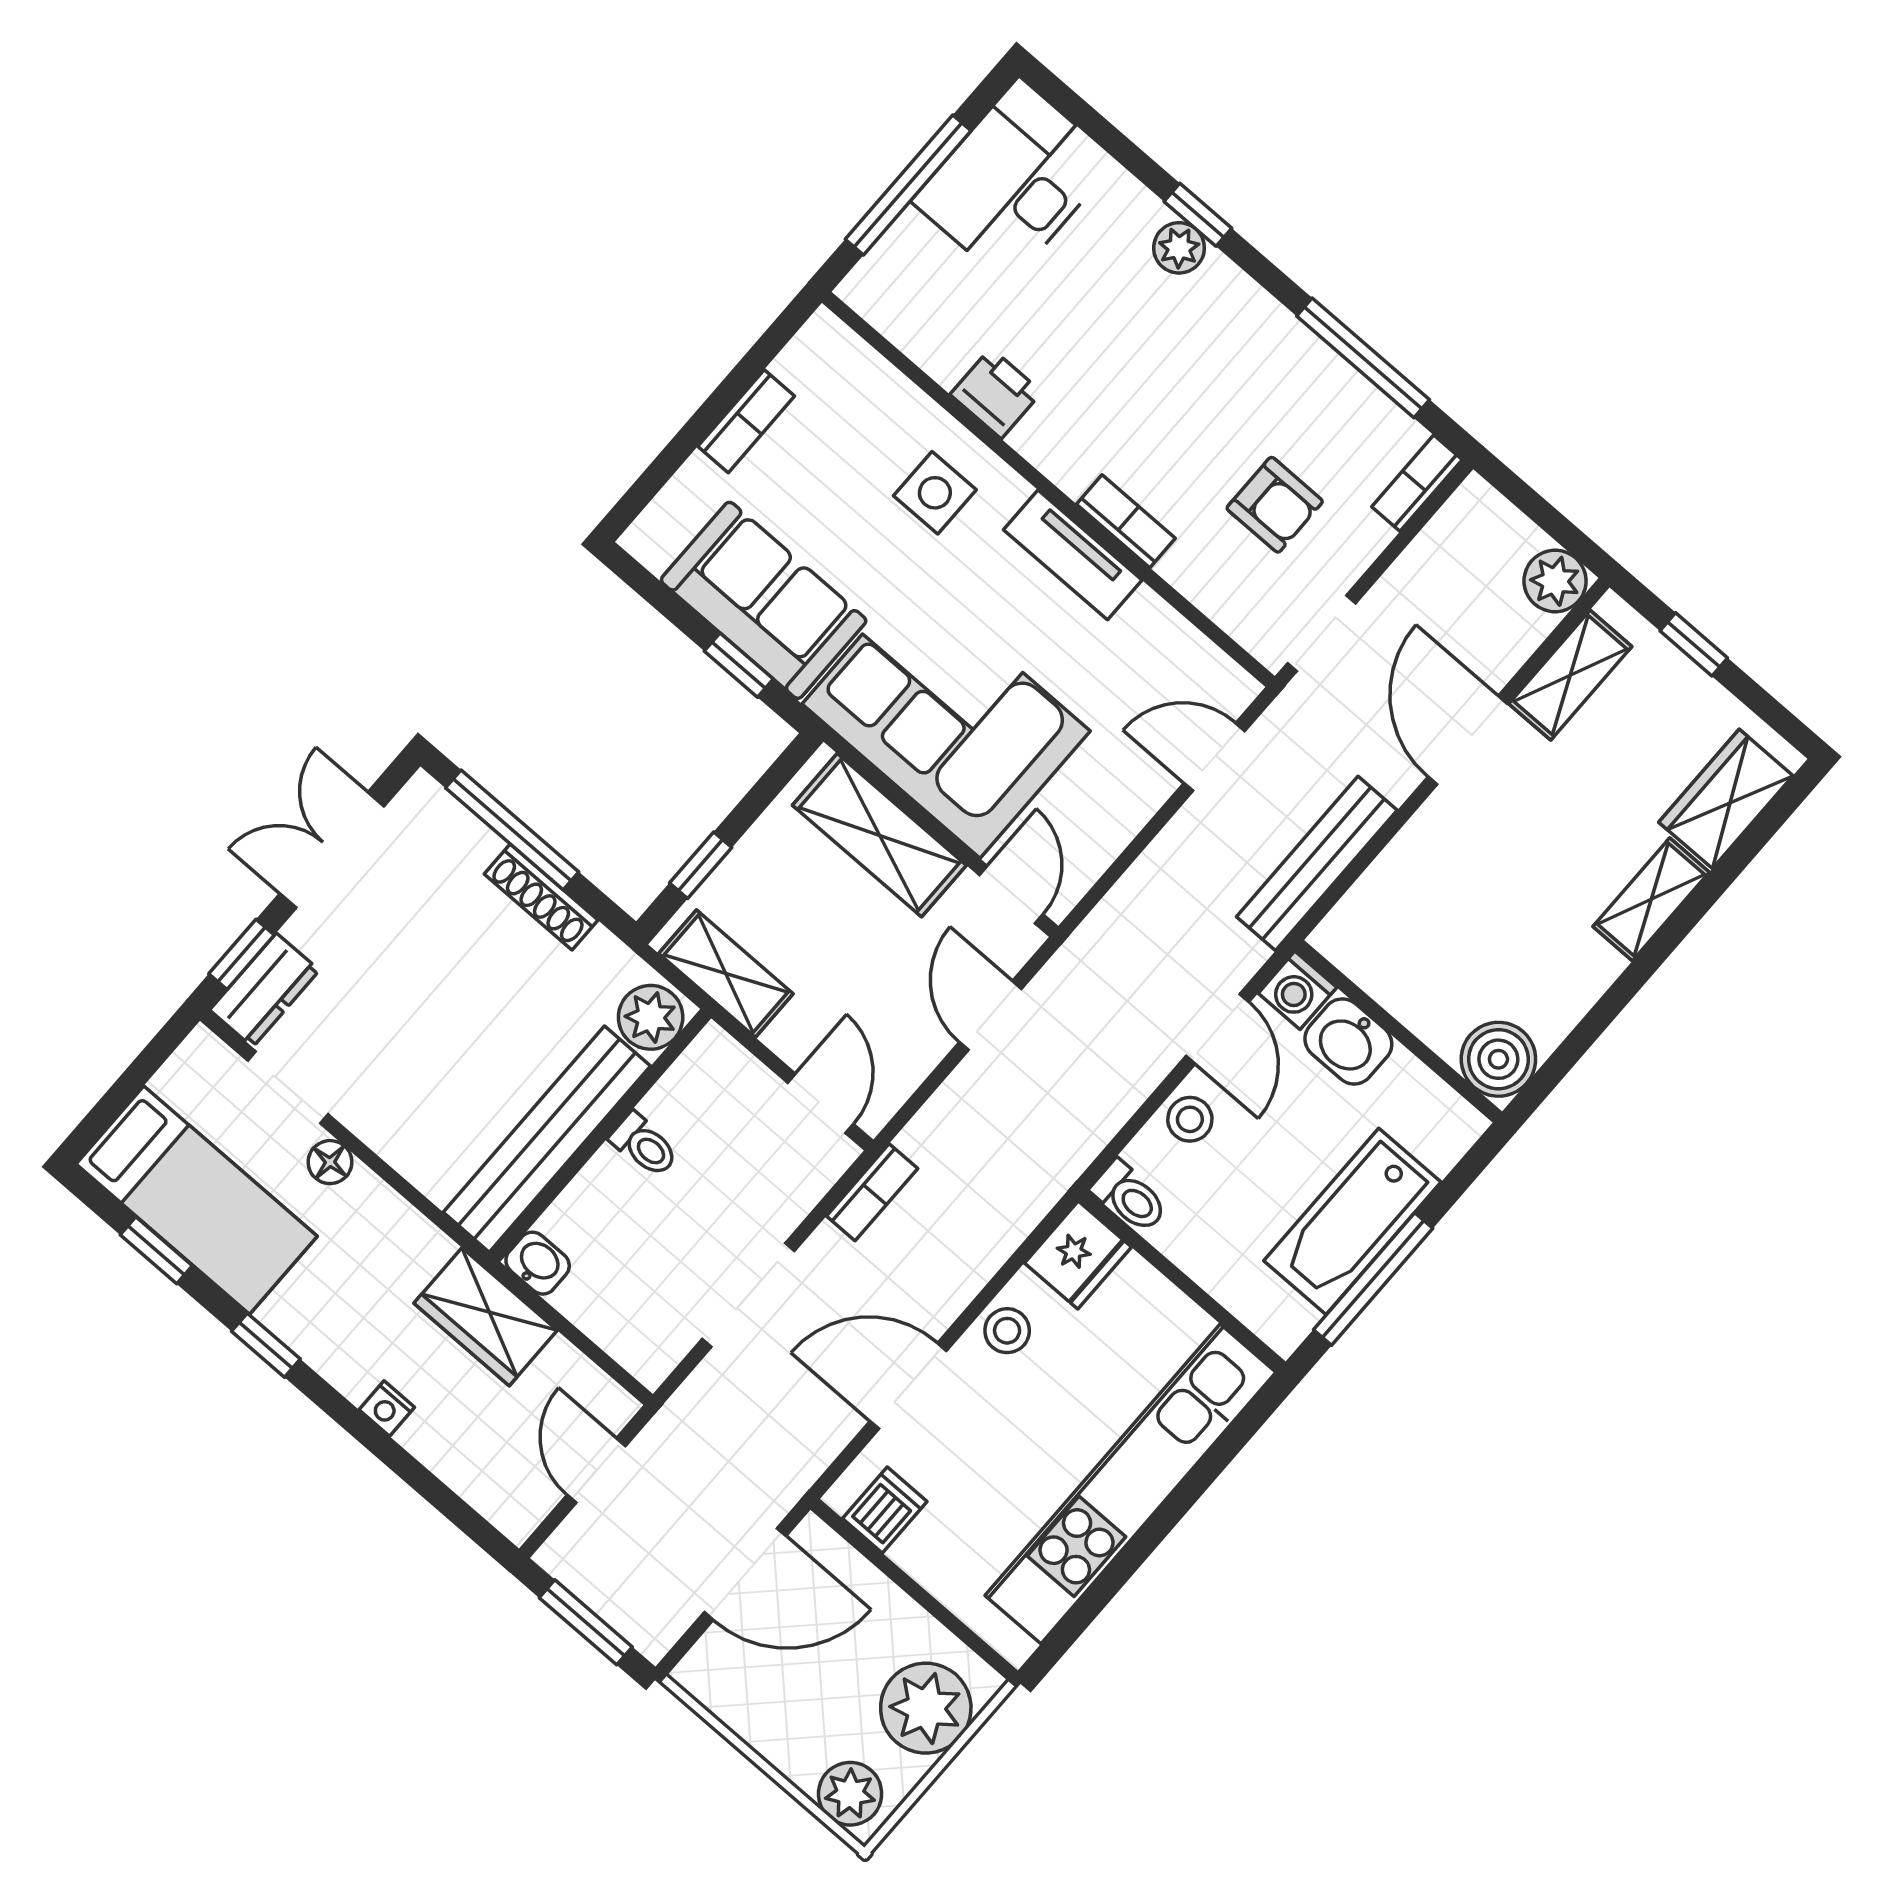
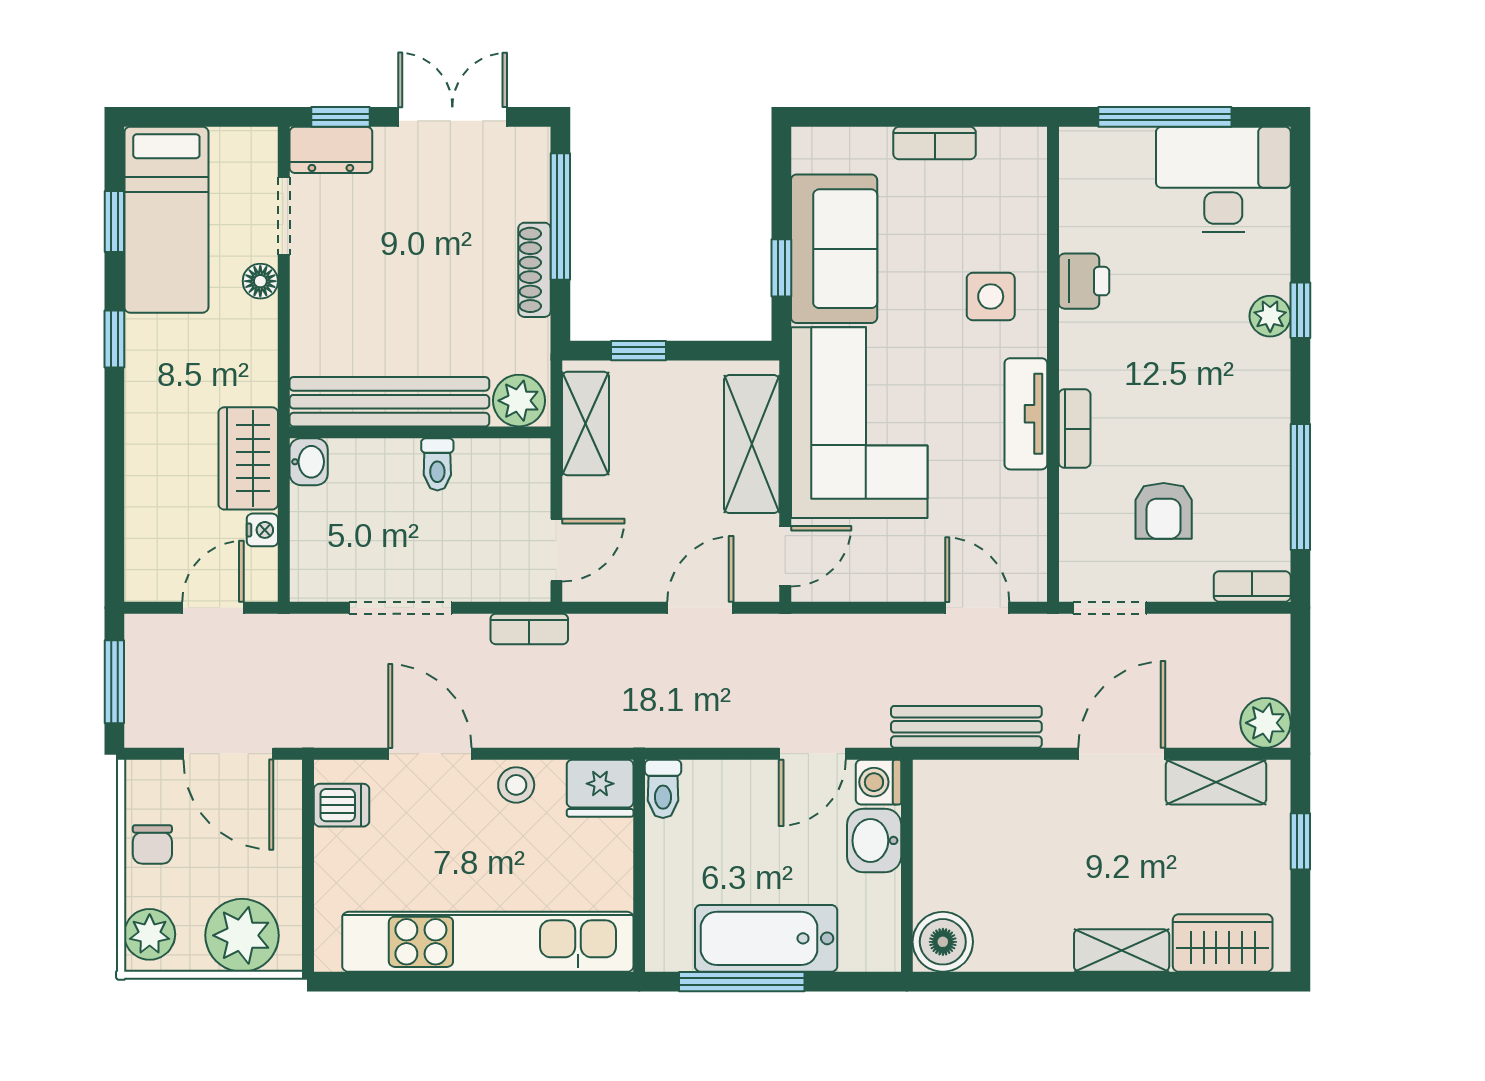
stool: (1190, 1119) -> (742, 785), removed
nightstand: (387, 1409) -> (262, 530), moved, turned 180
chair: (768, 1718) -> (152, 844), added

